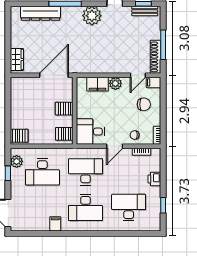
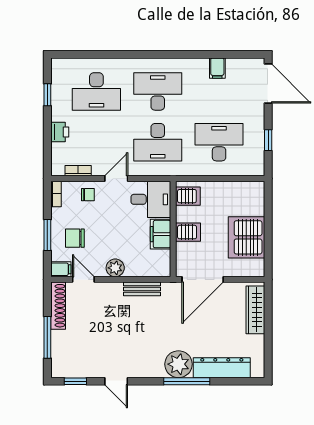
bench: (145, 11) -> (142, 289), moved
plant: (92, 16) -> (178, 364), moved
window: (163, 45) -> (47, 337), moved
wardrobe: (17, 59) -> (255, 310), width x1.50
door: (138, 75) -> (83, 279), hinge flipped
filing cabinet: (98, 84) -> (161, 234), moved, turned -90
window: (163, 107) -> (47, 235), added
server rack: (19, 136) -> (247, 237), moved, width x2.18, depth x1.44
plant: (17, 161) -> (256, 157), removed
filing cabinet: (55, 224) -> (217, 68), moved

